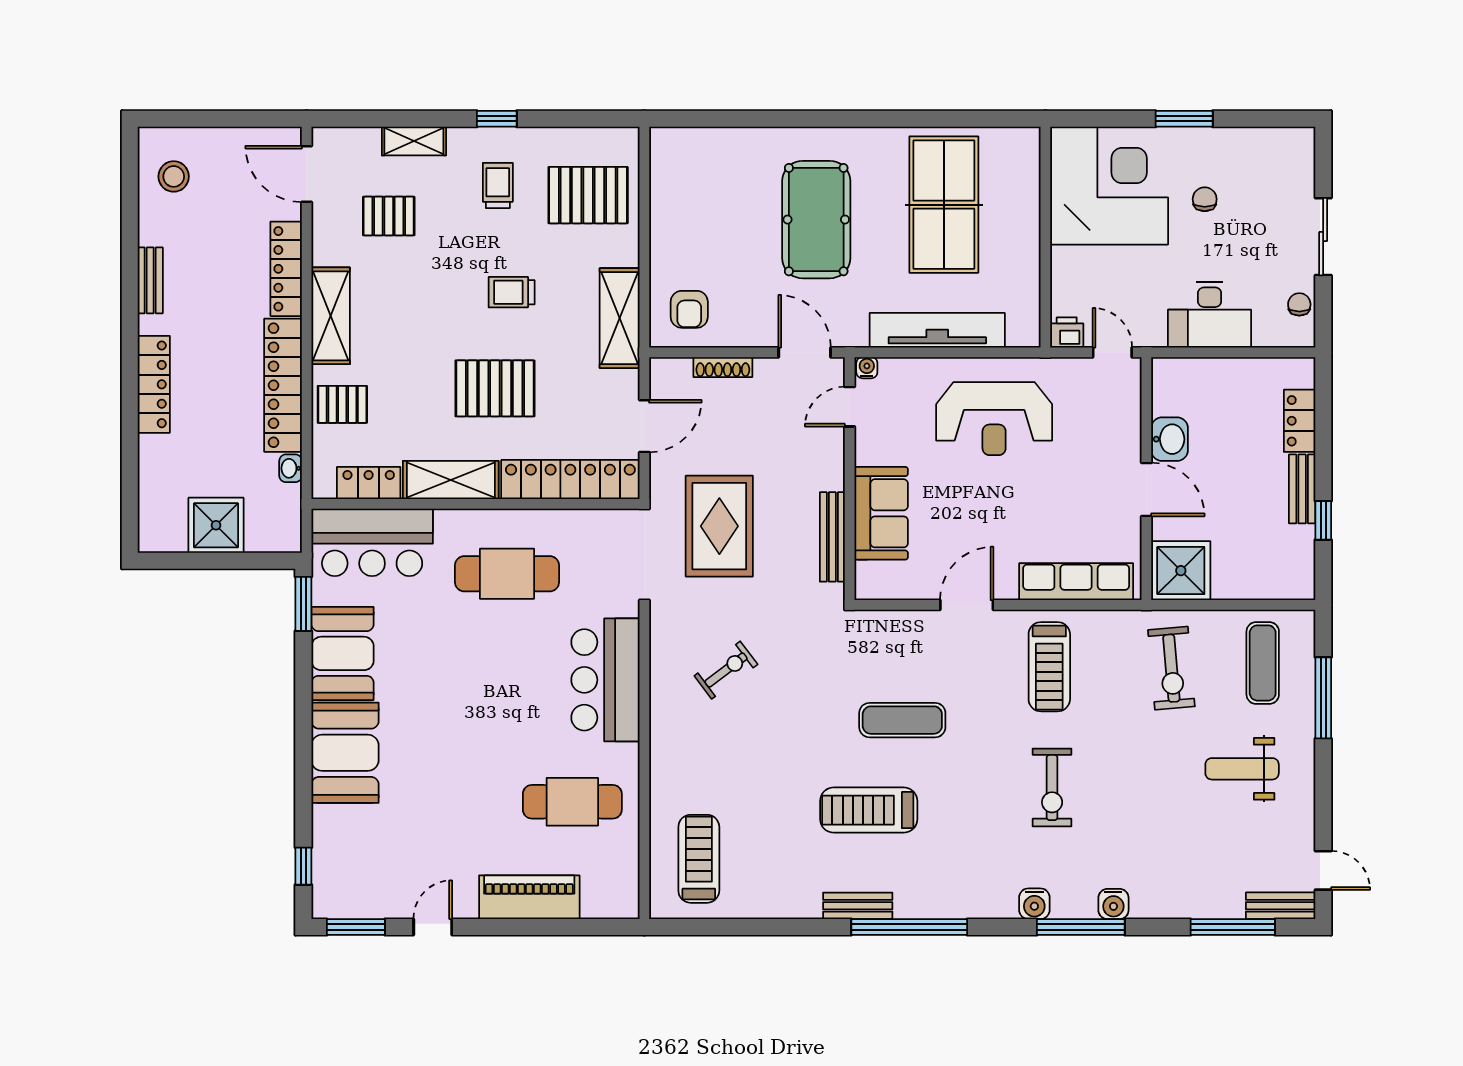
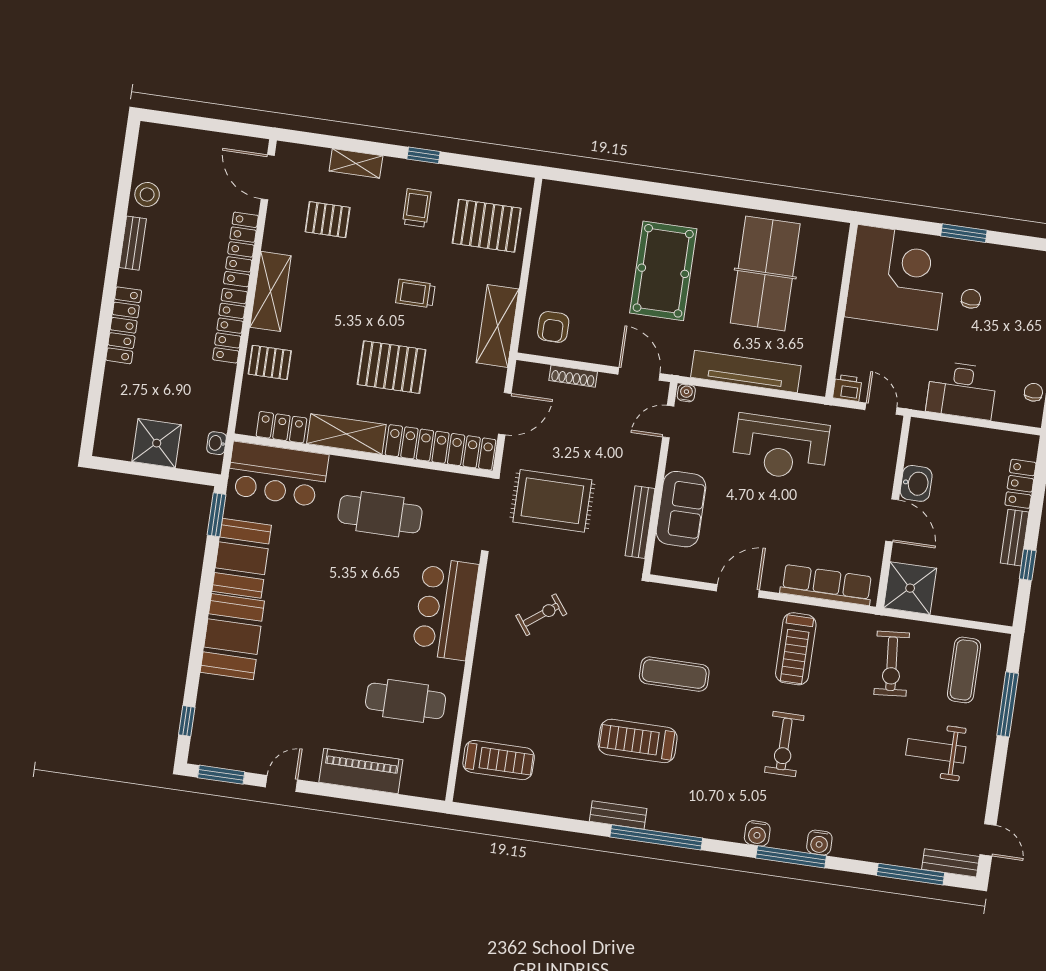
stool: (174, 176) -> (147, 194), moved
locker: (283, 385) -> (230, 326), width x0.71, depth x0.83
washbasin: (291, 468) -> (217, 443), moved
rug: (719, 526) -> (552, 501), turned 90
treadmill: (699, 859) -> (499, 760), turned 90

